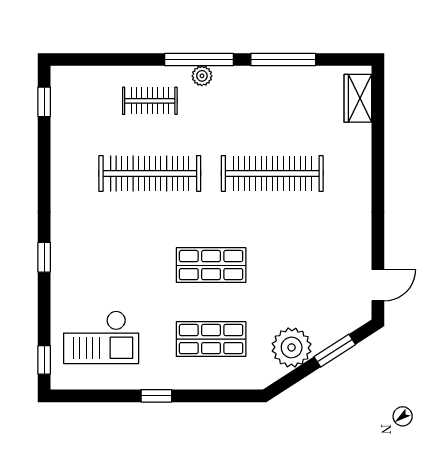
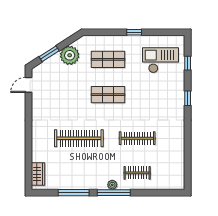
window: (44, 102) -> (188, 172), removed
clothes rail: (150, 173) -> (137, 138), width x0.73, depth x0.76
window: (44, 360) -> (188, 63), moved

